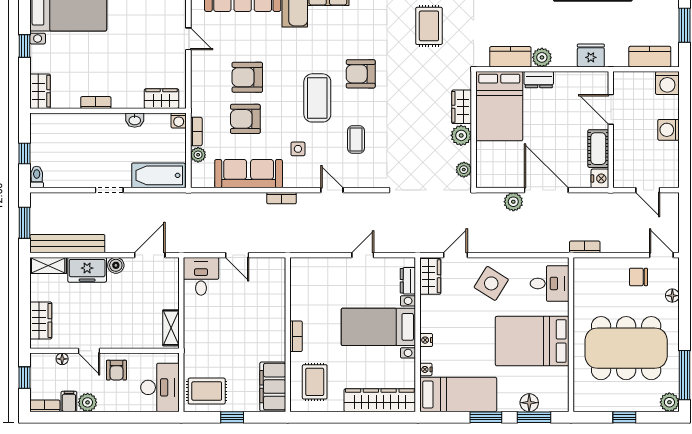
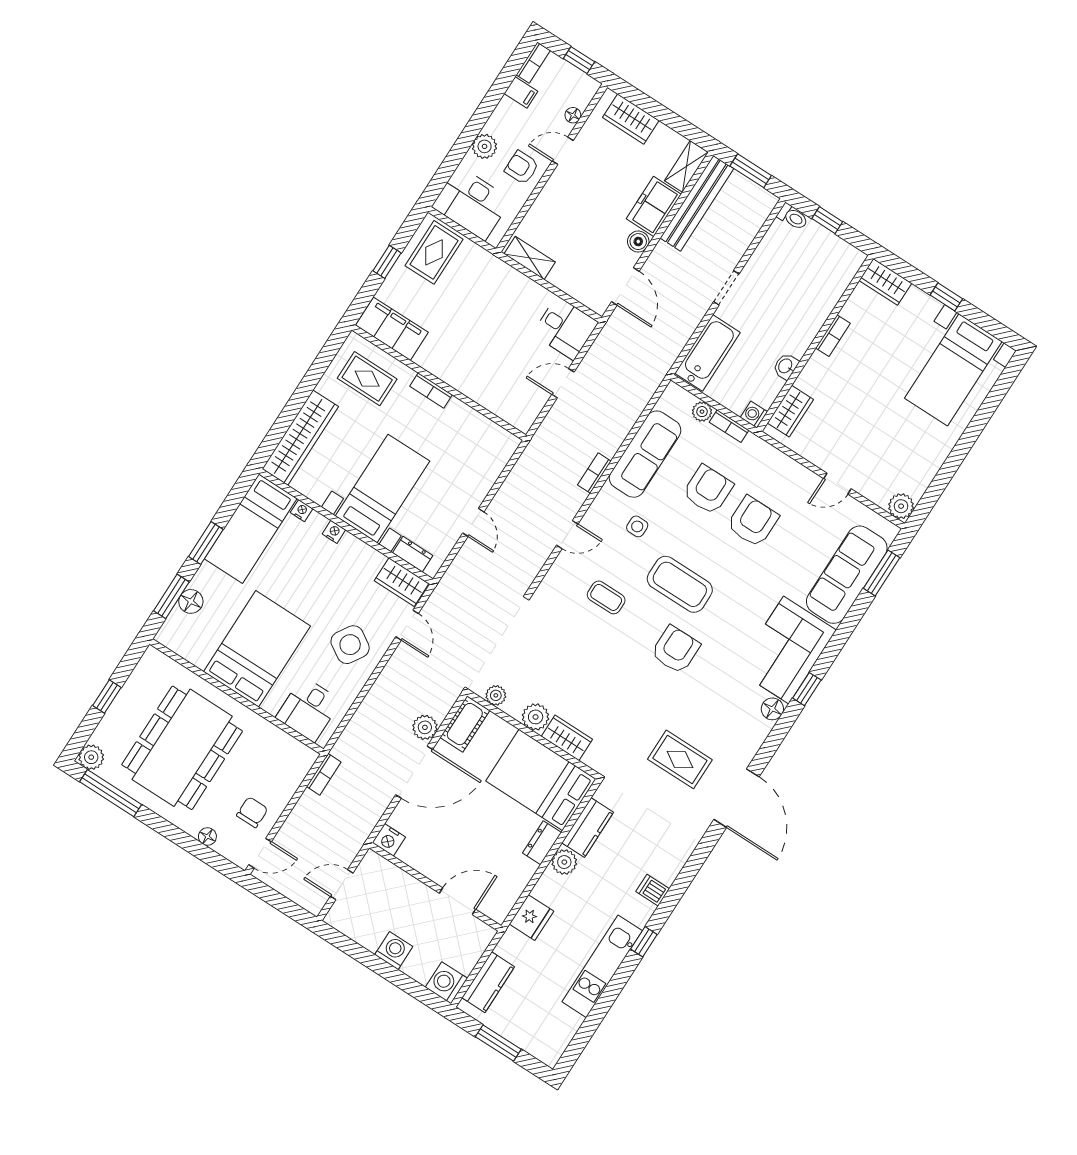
cot: (598, 149) -> (465, 724), moved, turned 90
plant: (88, 402) -> (485, 146), moved

